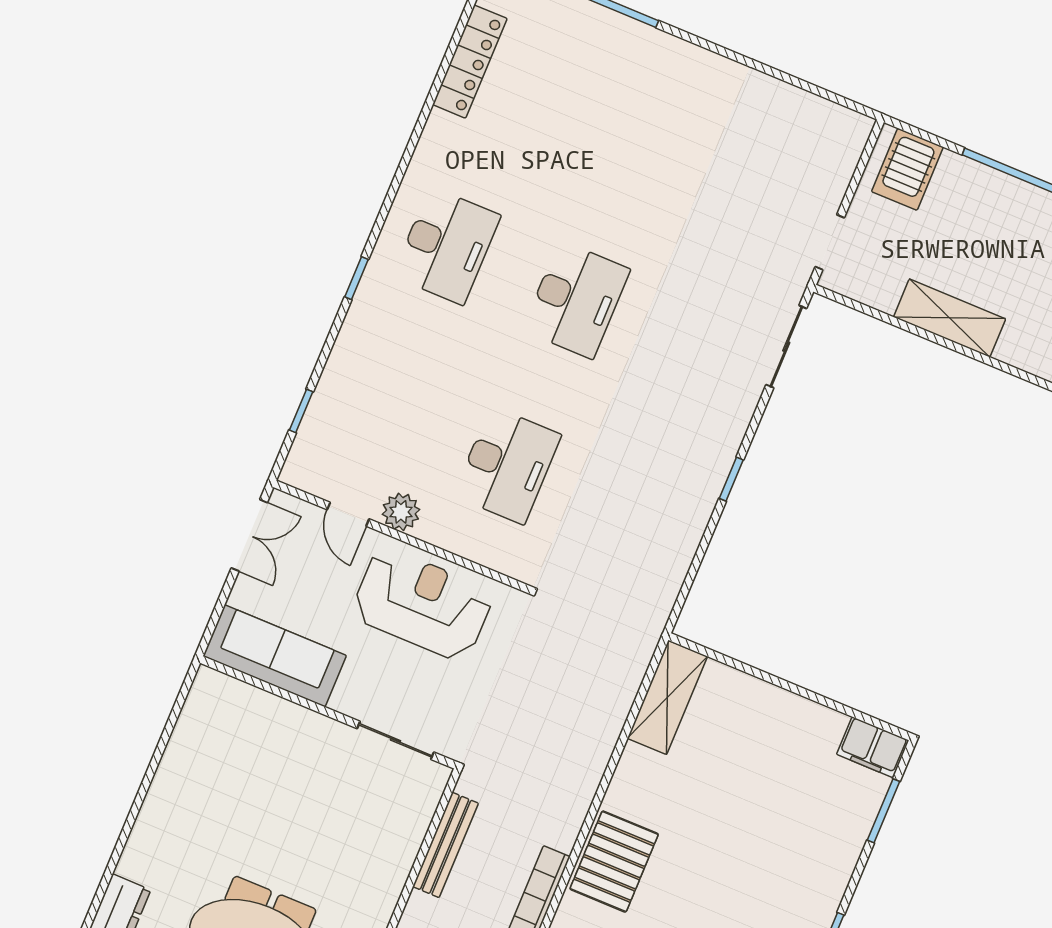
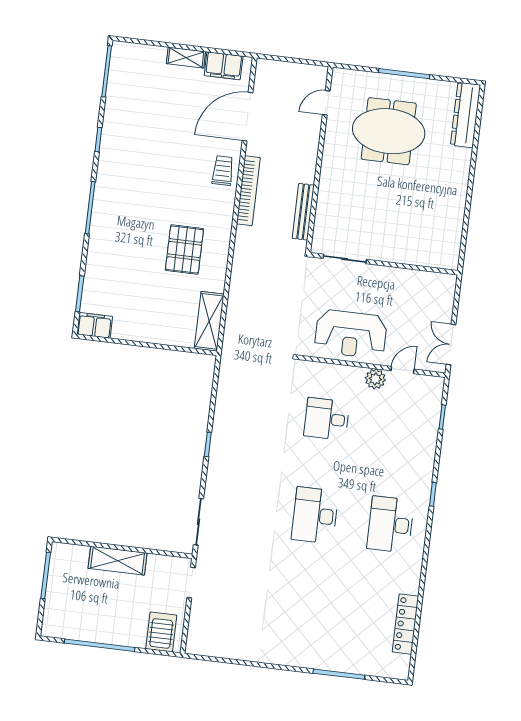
desk: (507, 465) -> (327, 419), width x0.73
door: (348, 514) -> (403, 370), hinge flipped
sofa: (275, 656) -> (420, 285), removed
pallet: (614, 862) -> (184, 249), moved

